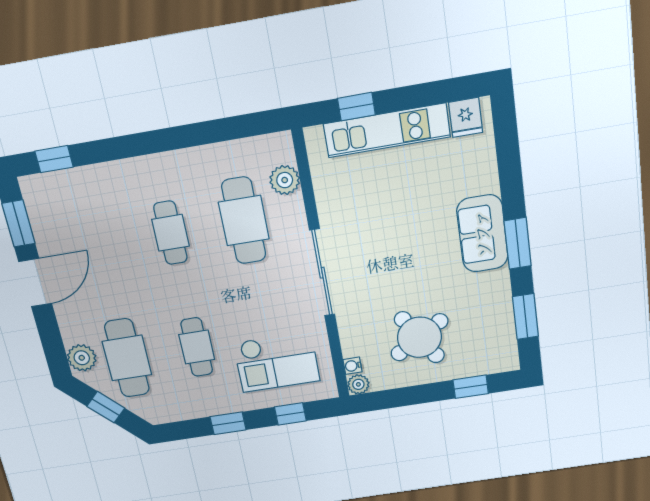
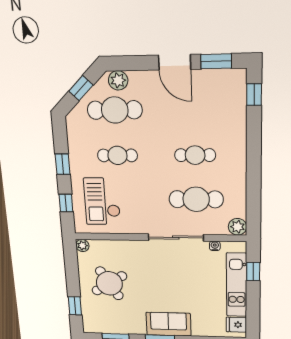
plant: (285, 180) -> (238, 227), moved
sliding door: (322, 273) -> (176, 237), moved
water cooler: (353, 366) -> (215, 246), moved

